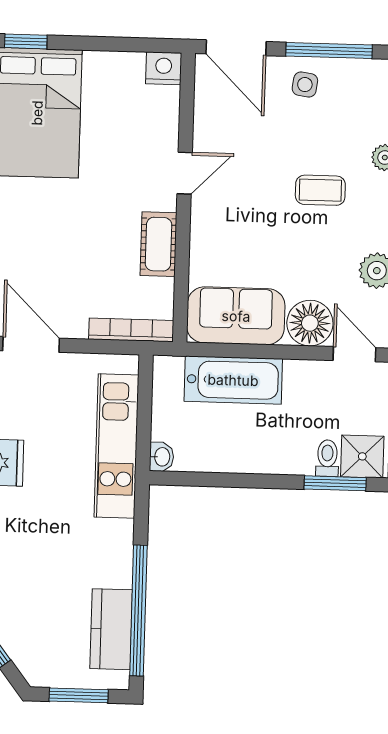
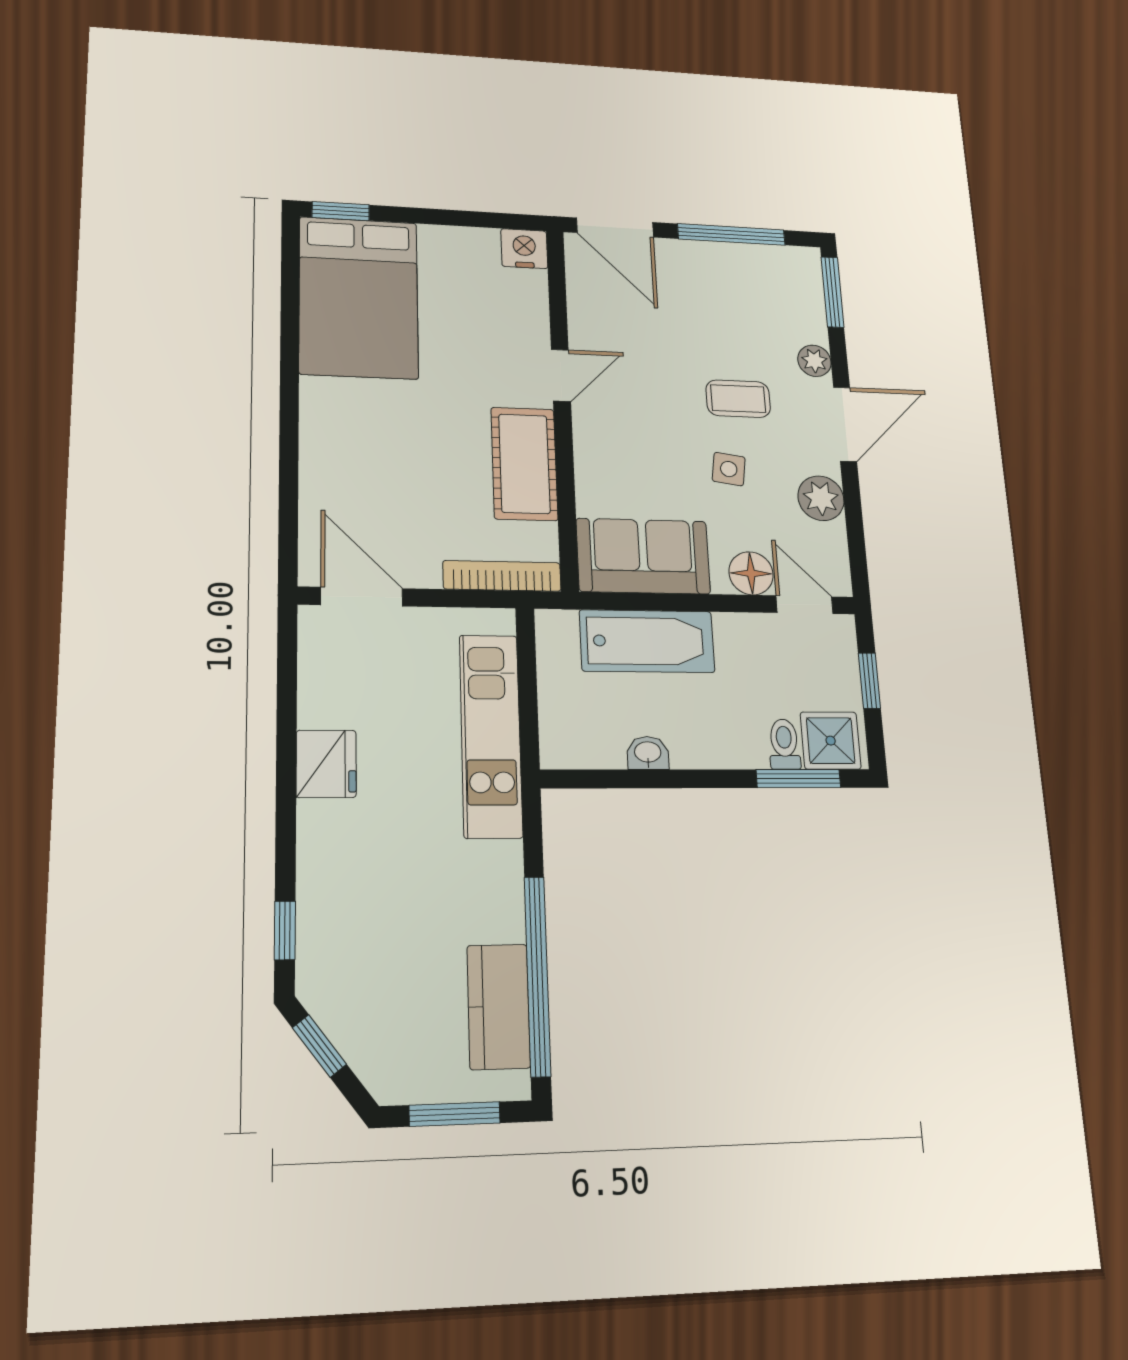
side table: (305, 85) -> (729, 469), moved
cot: (159, 244) -> (524, 464), width x1.37, depth x1.34
floor lamp: (310, 323) -> (751, 573), width x0.73, depth x0.73
washbasin: (162, 457) -> (648, 753), moved, turned -90

